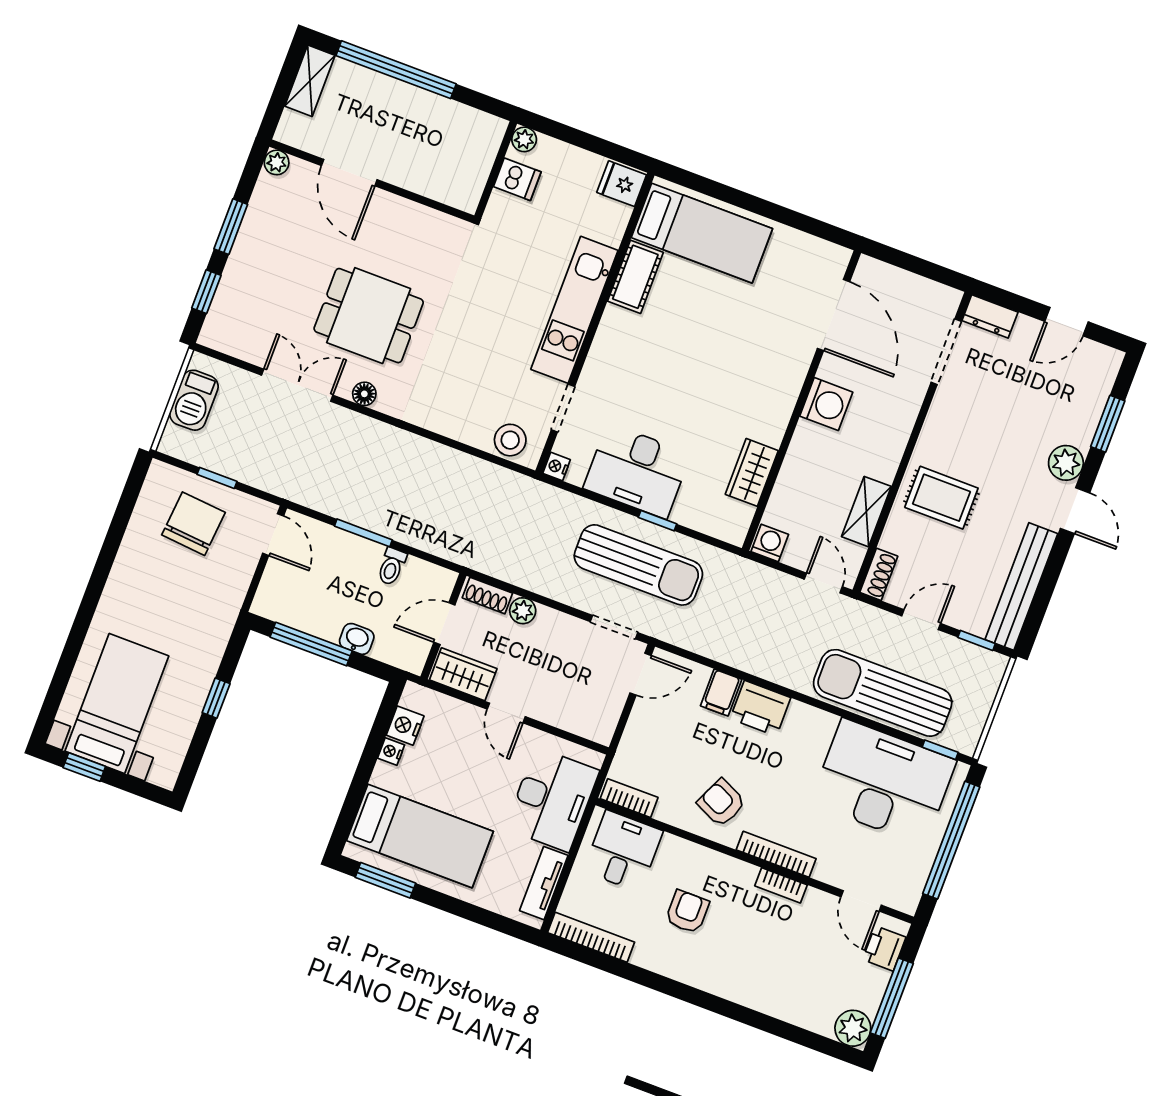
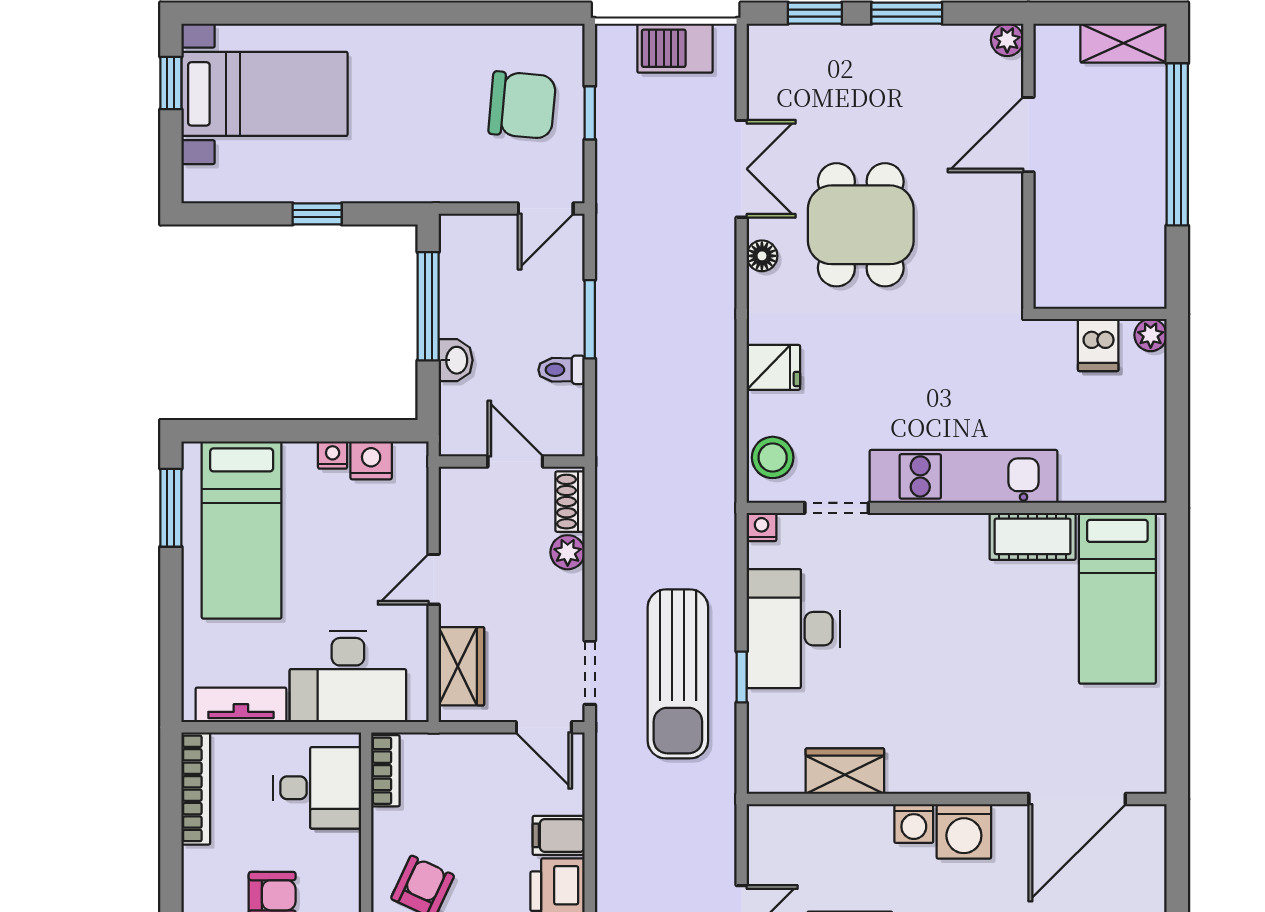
fridge: (622, 184) -> (773, 367), moved, turned 90
washing machine: (770, 543) -> (914, 823), moved, turned 90
wardrobe: (463, 674) -> (461, 666), moved

